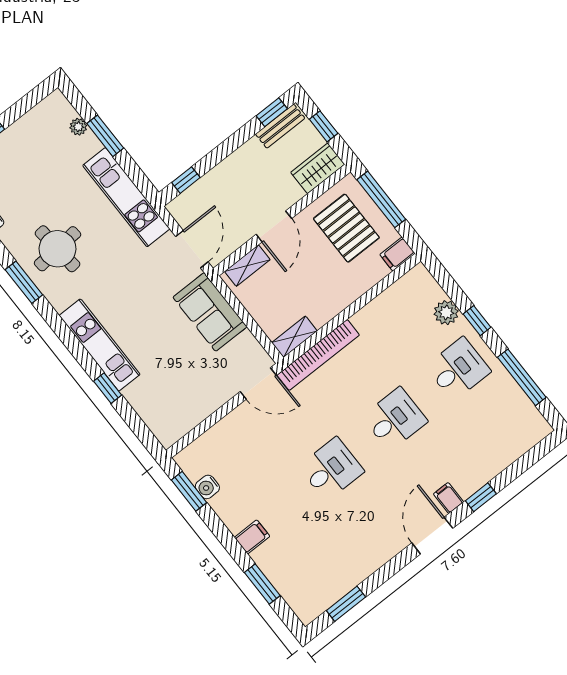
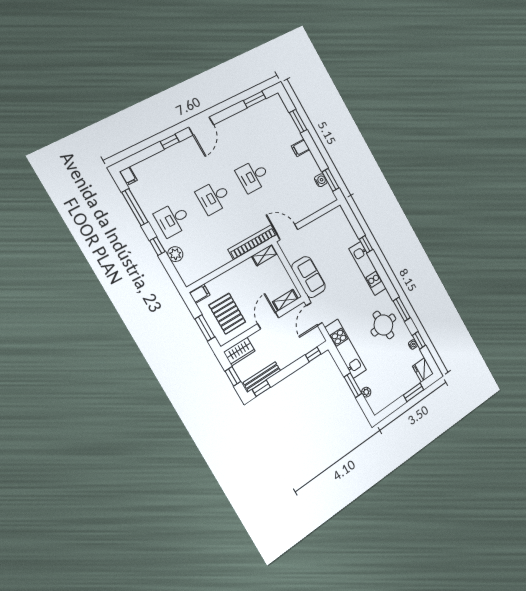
bench: (280, 126) -> (262, 377), width x1.36
window: (381, 199) -> (205, 328), width x0.69
filing cabinet: (448, 498) -> (128, 176), moved

